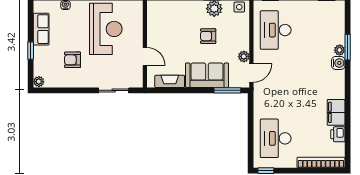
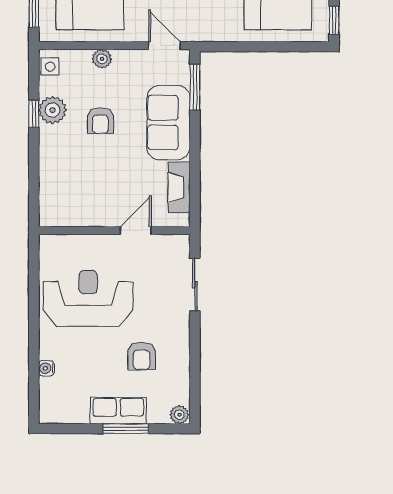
row of seats: (41, 29) -> (118, 410), moved
window: (31, 51) -> (126, 429), width x1.50
plant: (244, 56) -> (102, 59), moved

